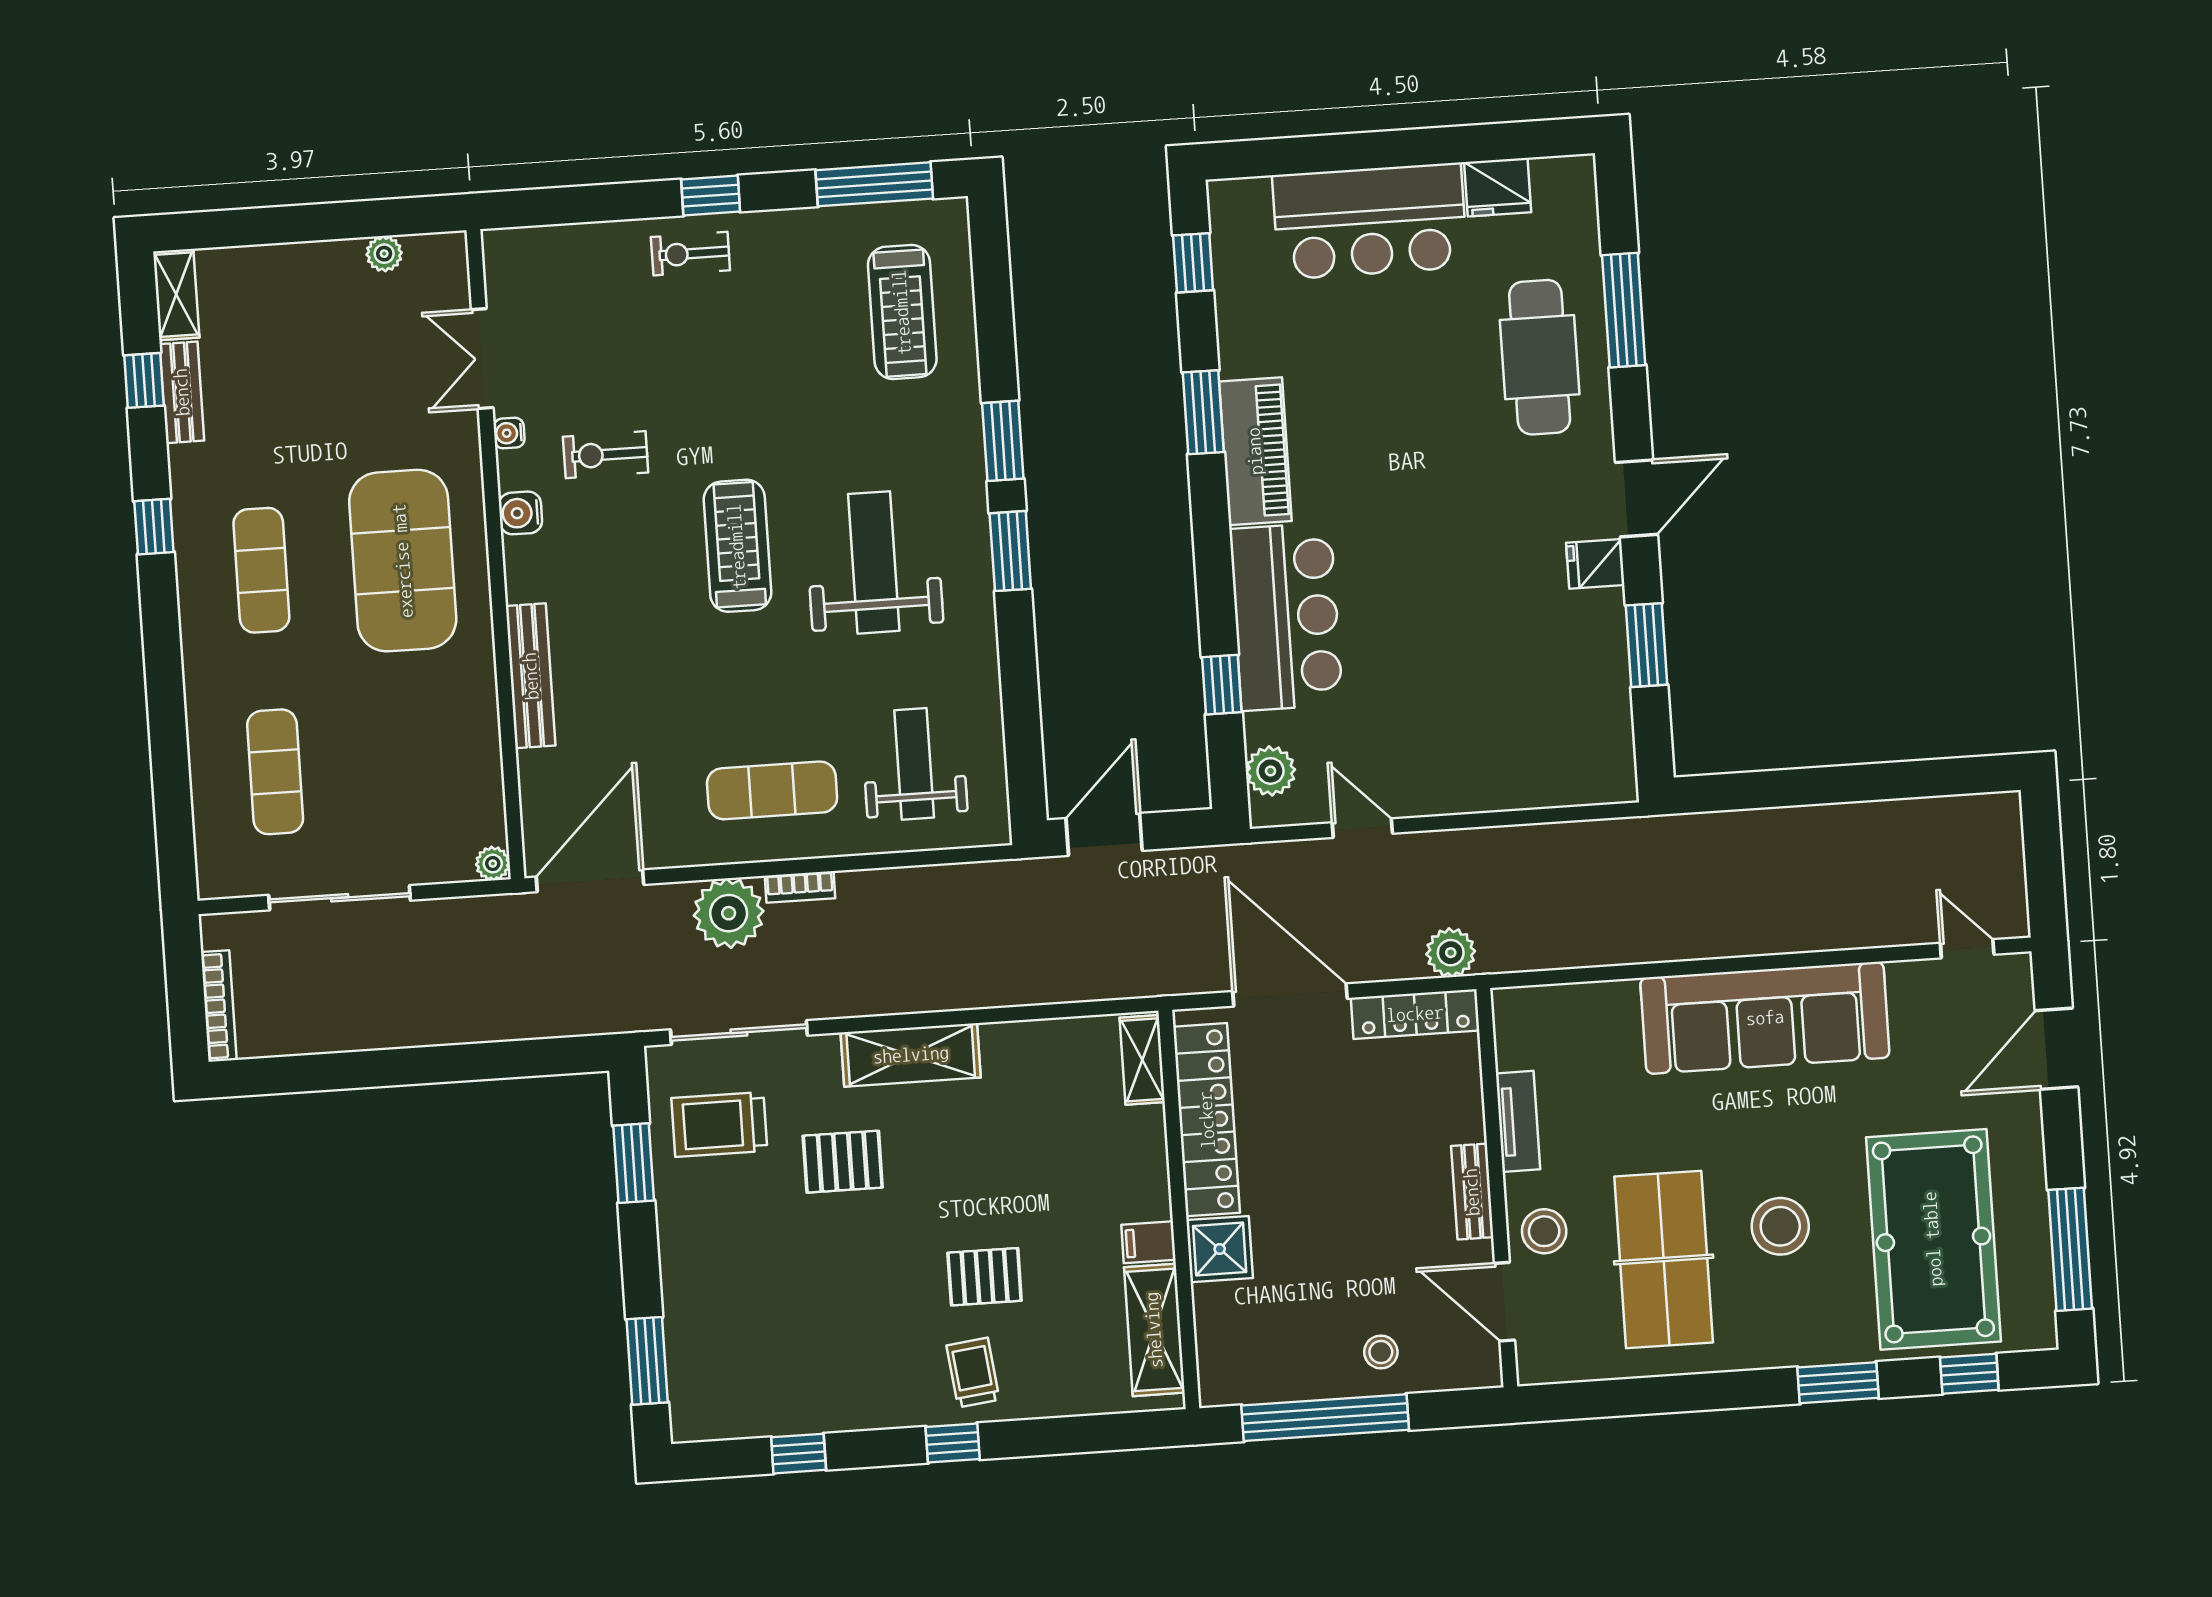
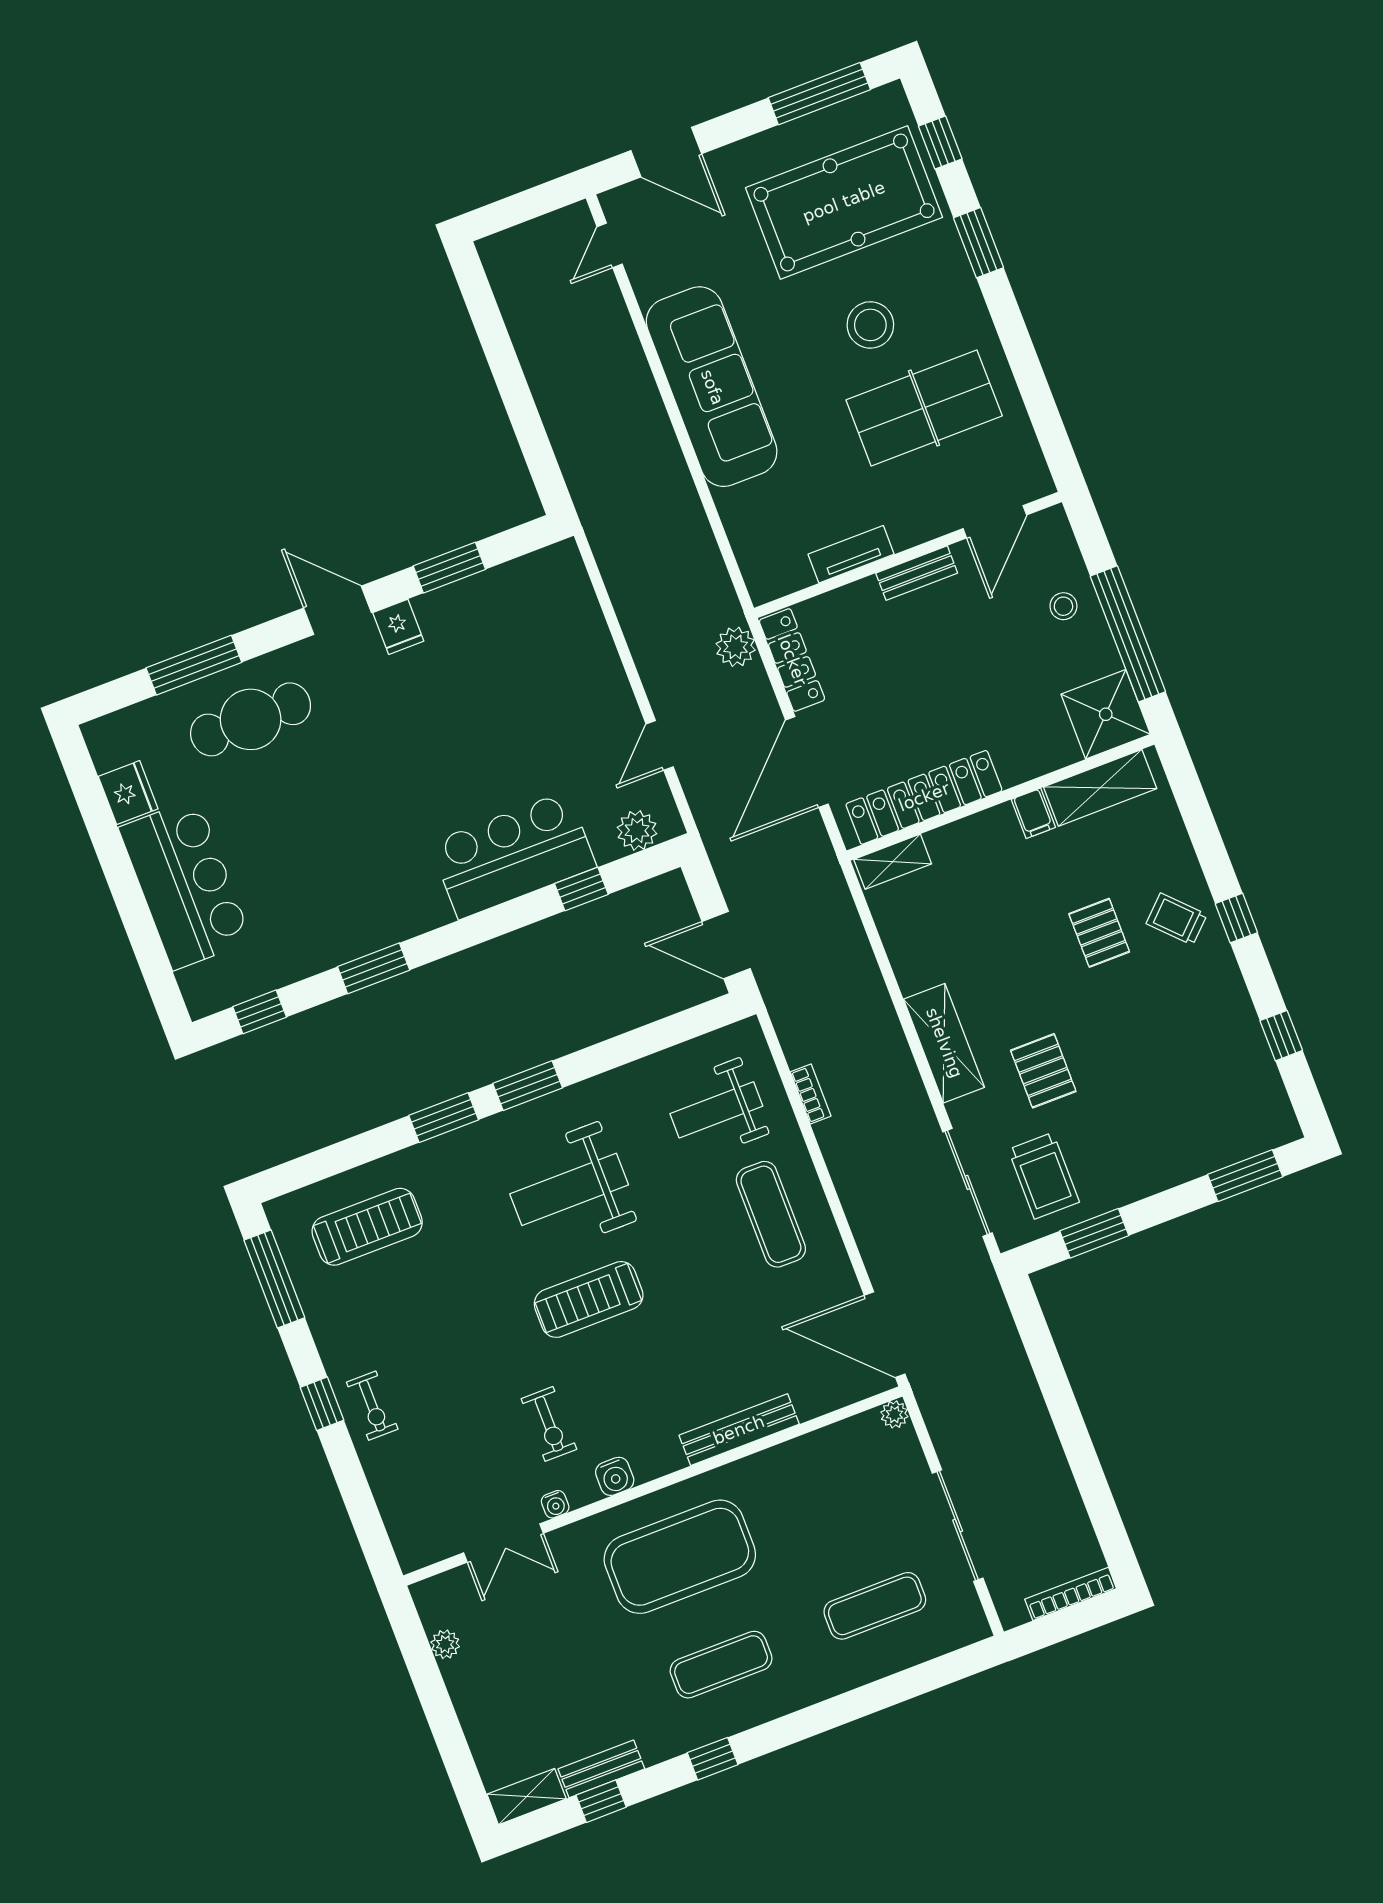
piano: (1255, 451) -> (392, 918), removed
bookcase: (800, 887) -> (811, 1094), moved
plant: (729, 913) -> (877, 1219), removed
stool: (1544, 1231) -> (930, 508), removed
shower: (1220, 1249) -> (1106, 714), moved, width x1.36, depth x1.36
trolley: (973, 1373) -> (1177, 919), turned 53

